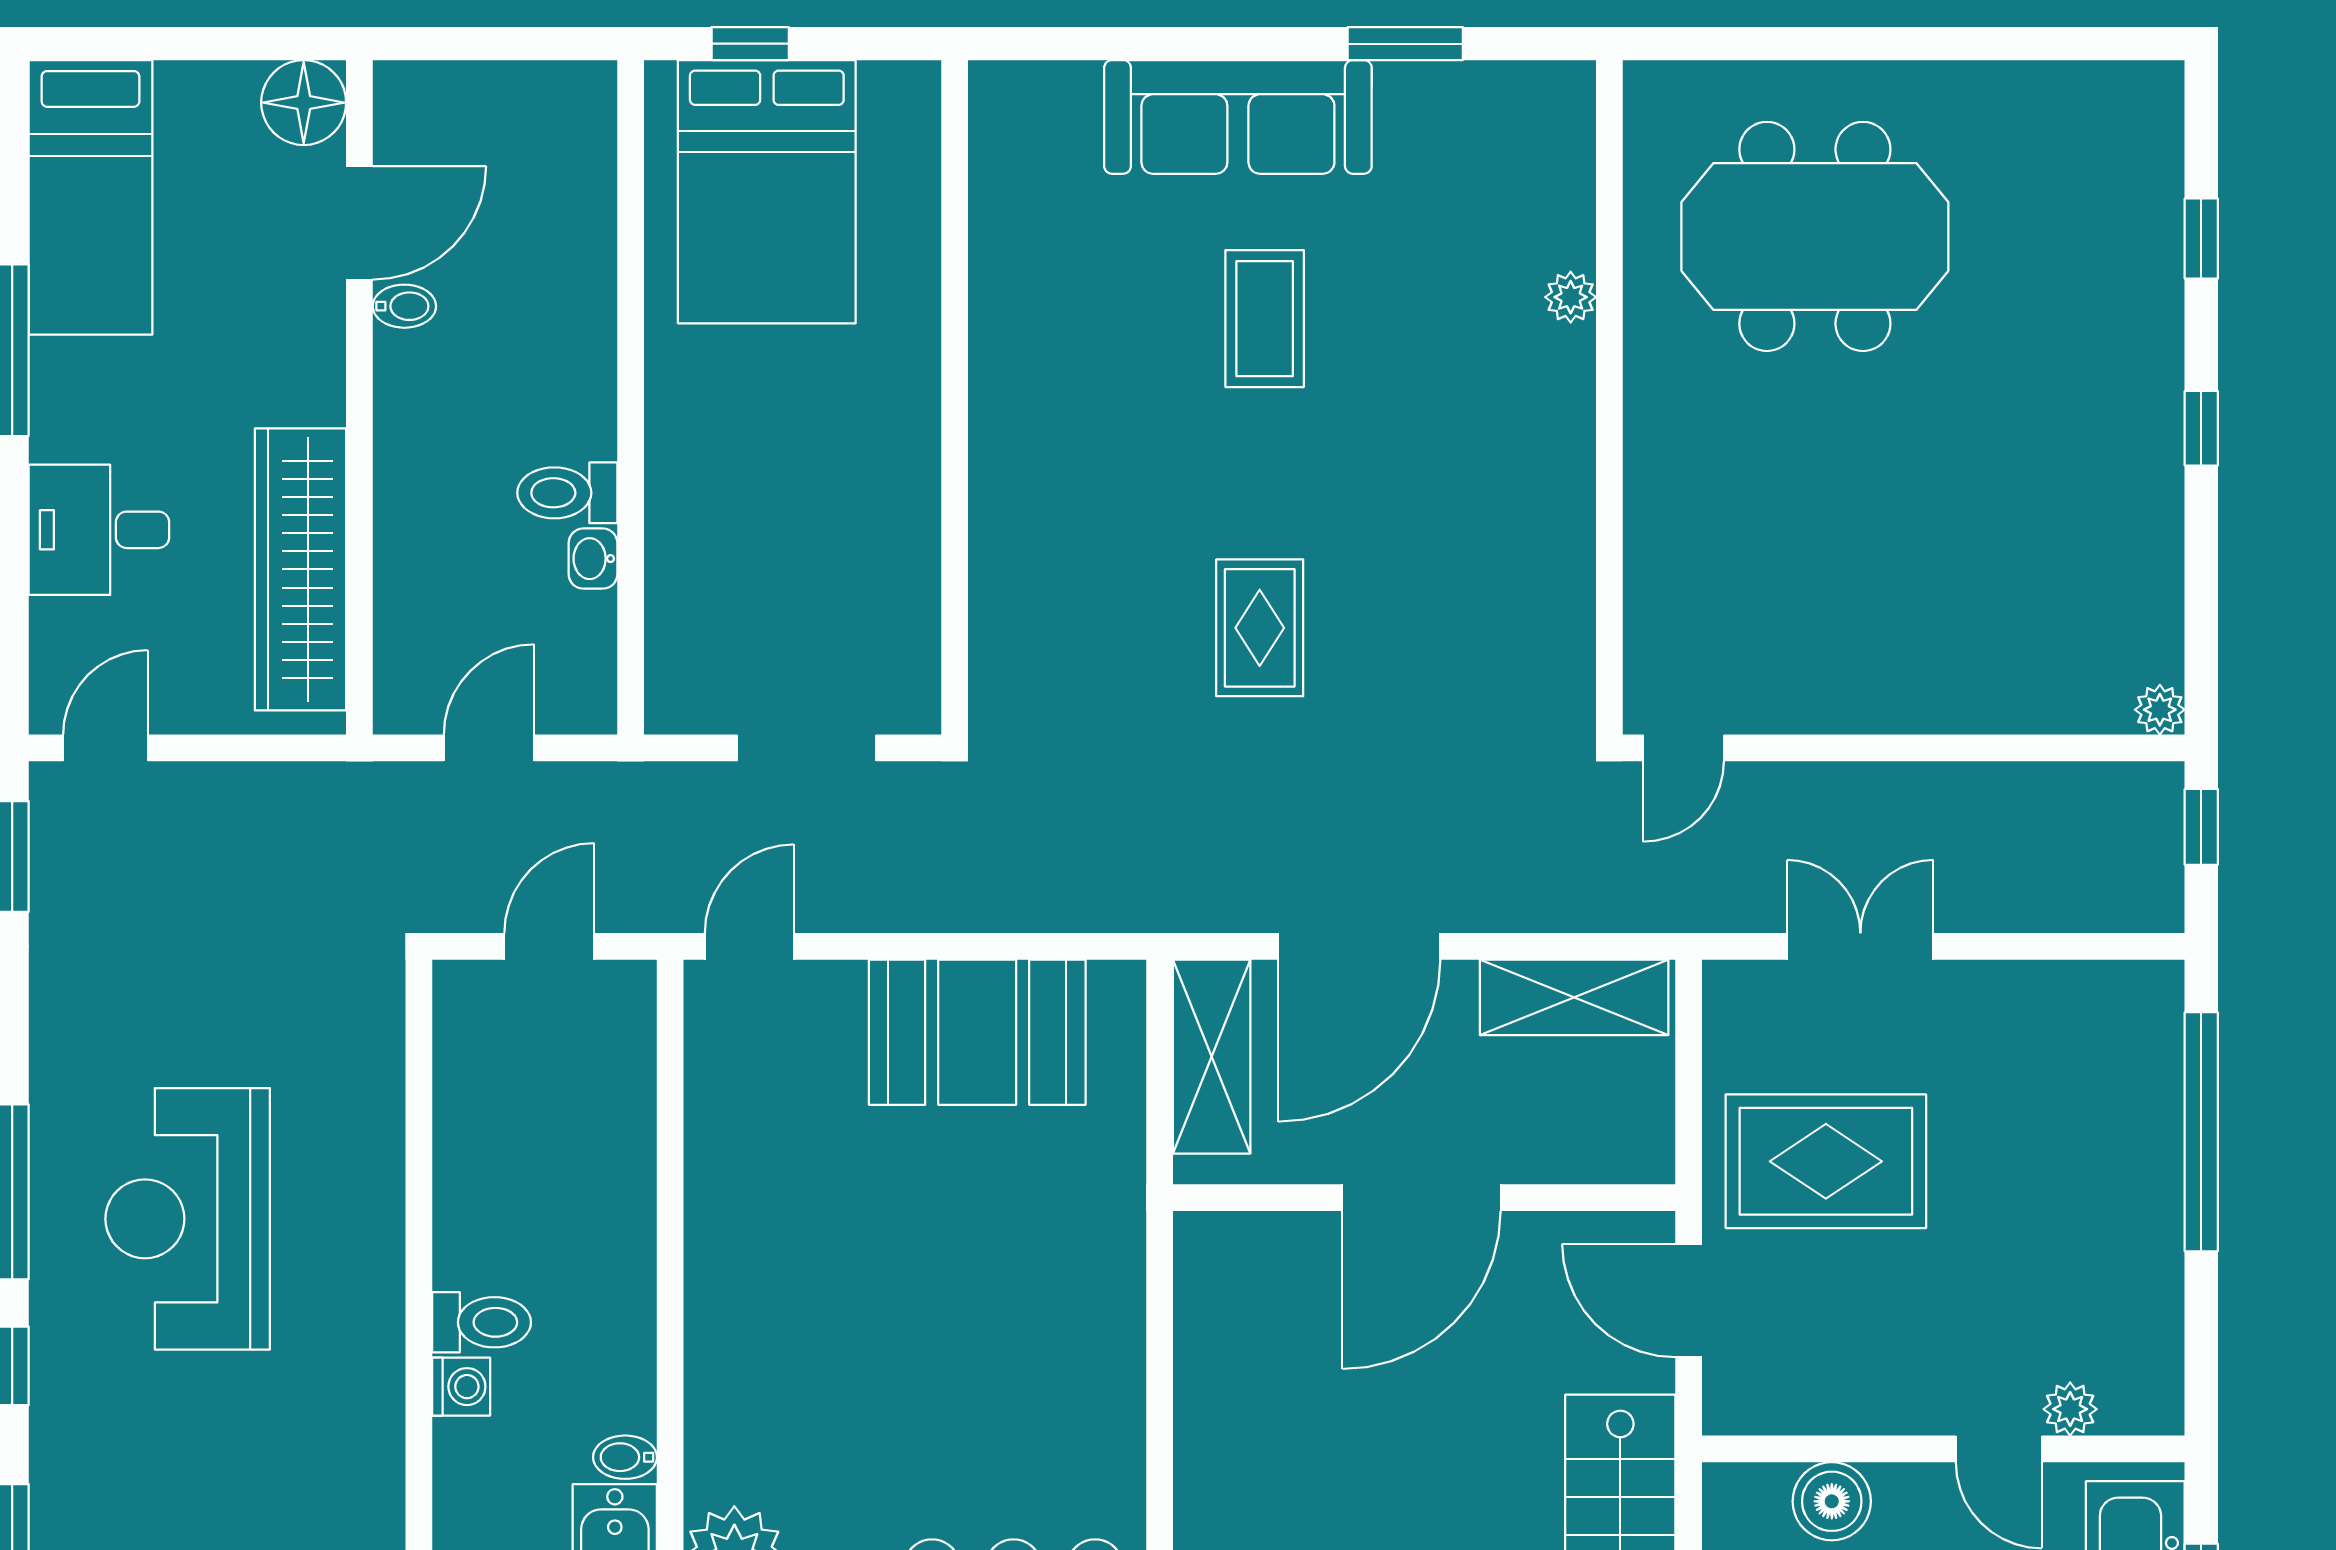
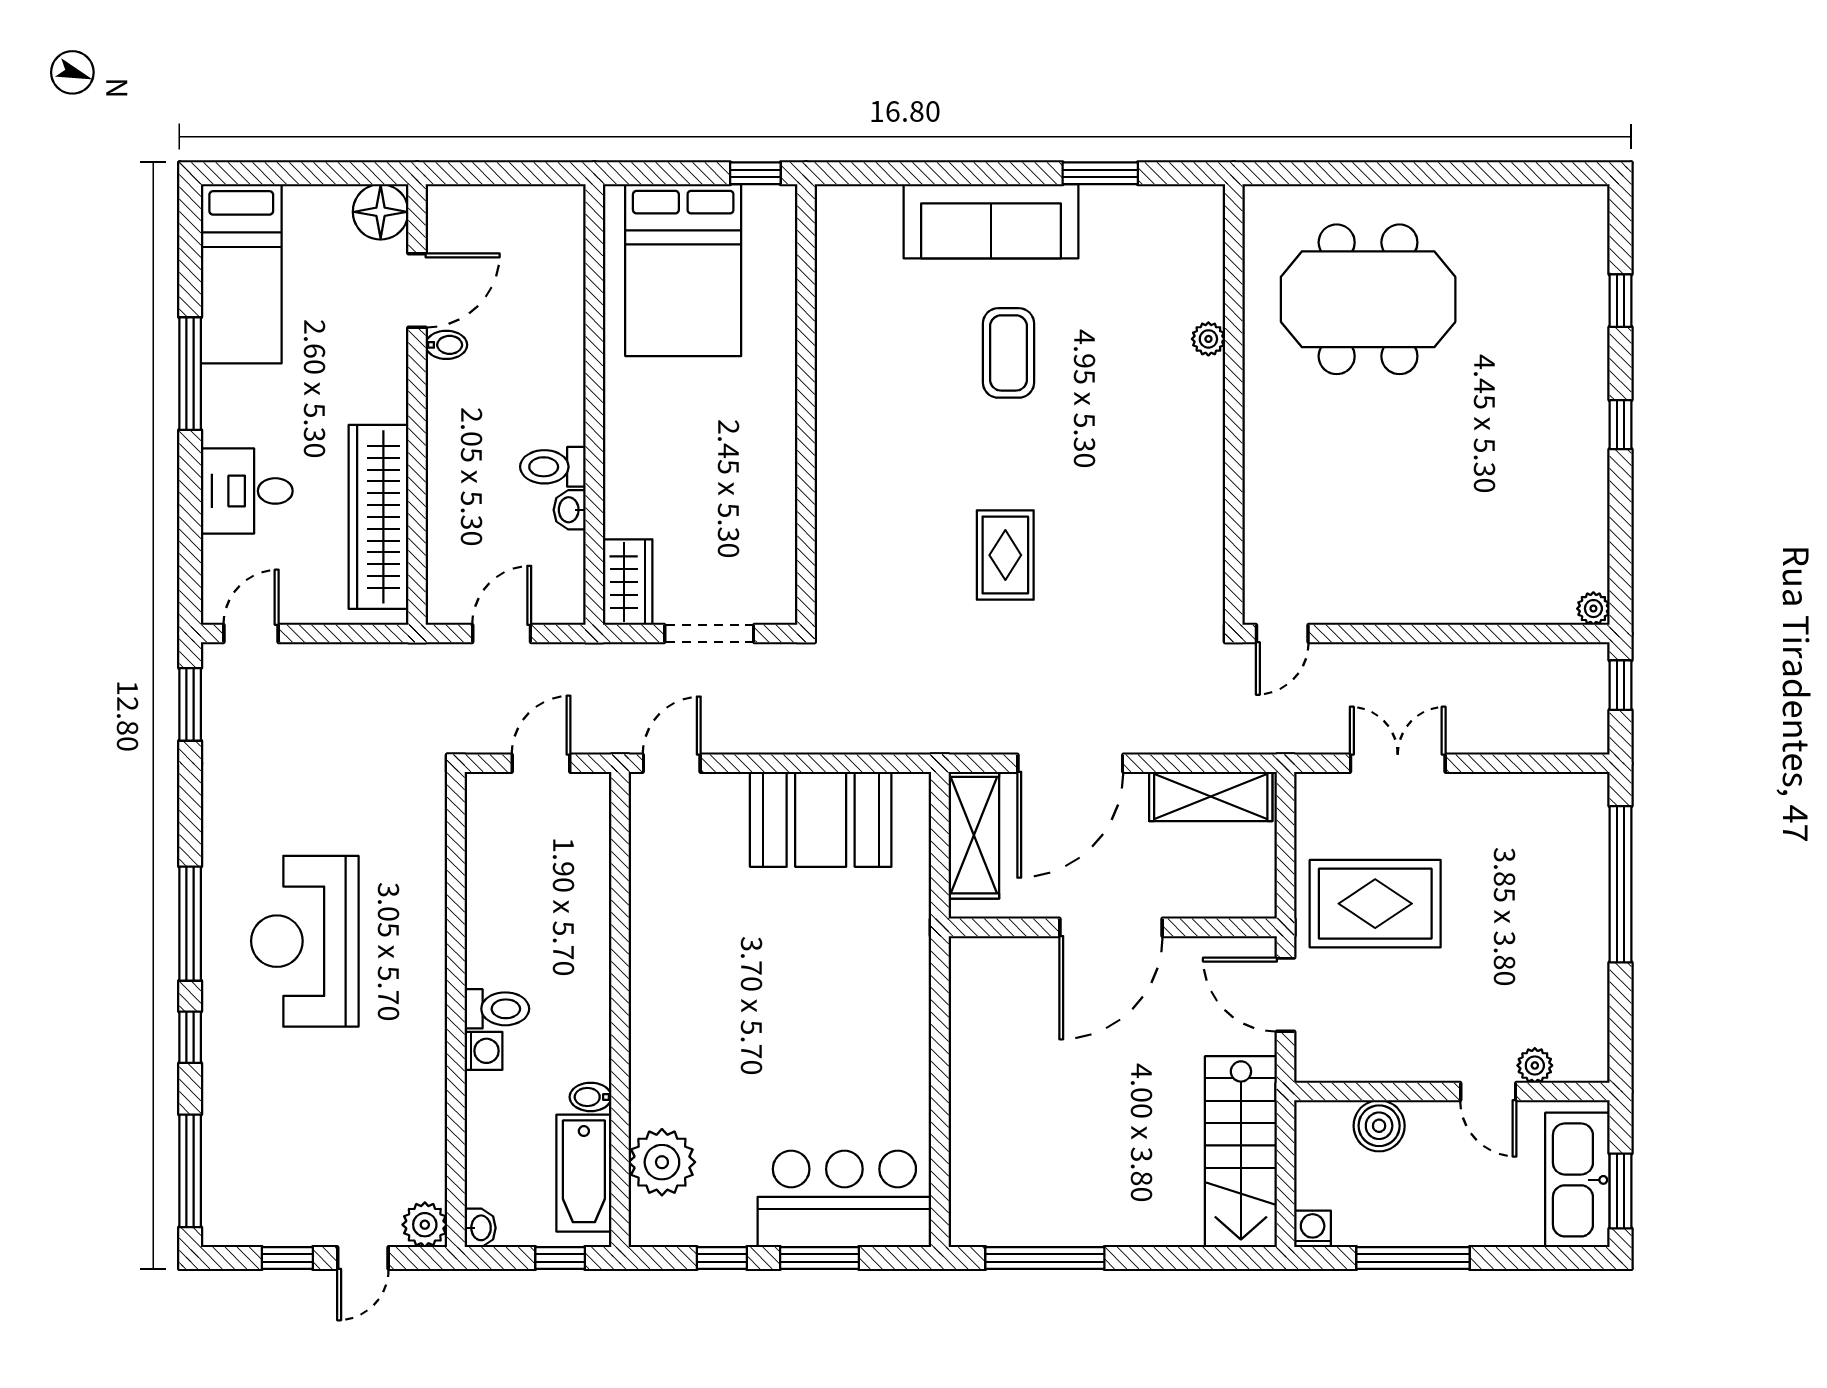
window: (750, 44) -> (755, 173), moved
wardrobe: (682, 669) -> (628, 582), added

